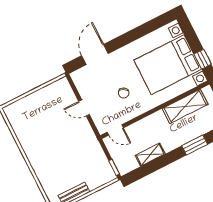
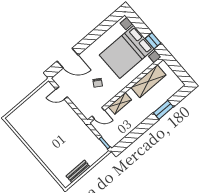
door: (95, 55) -> (68, 58), swing flipped
door: (84, 108) -> (62, 93), moved
shelving: (150, 155) -> (120, 103), moved

